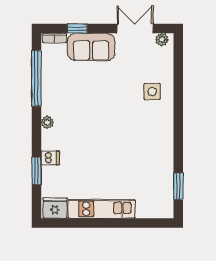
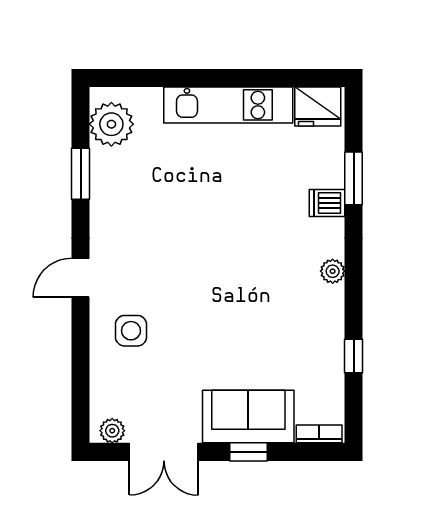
window: (77, 29) -> (249, 452), moved
window: (36, 78) -> (354, 356), width x0.32
door: (178, 119) -> (81, 278), added
window: (178, 186) -> (81, 174), moved
plant: (162, 199) -> (111, 124), added

